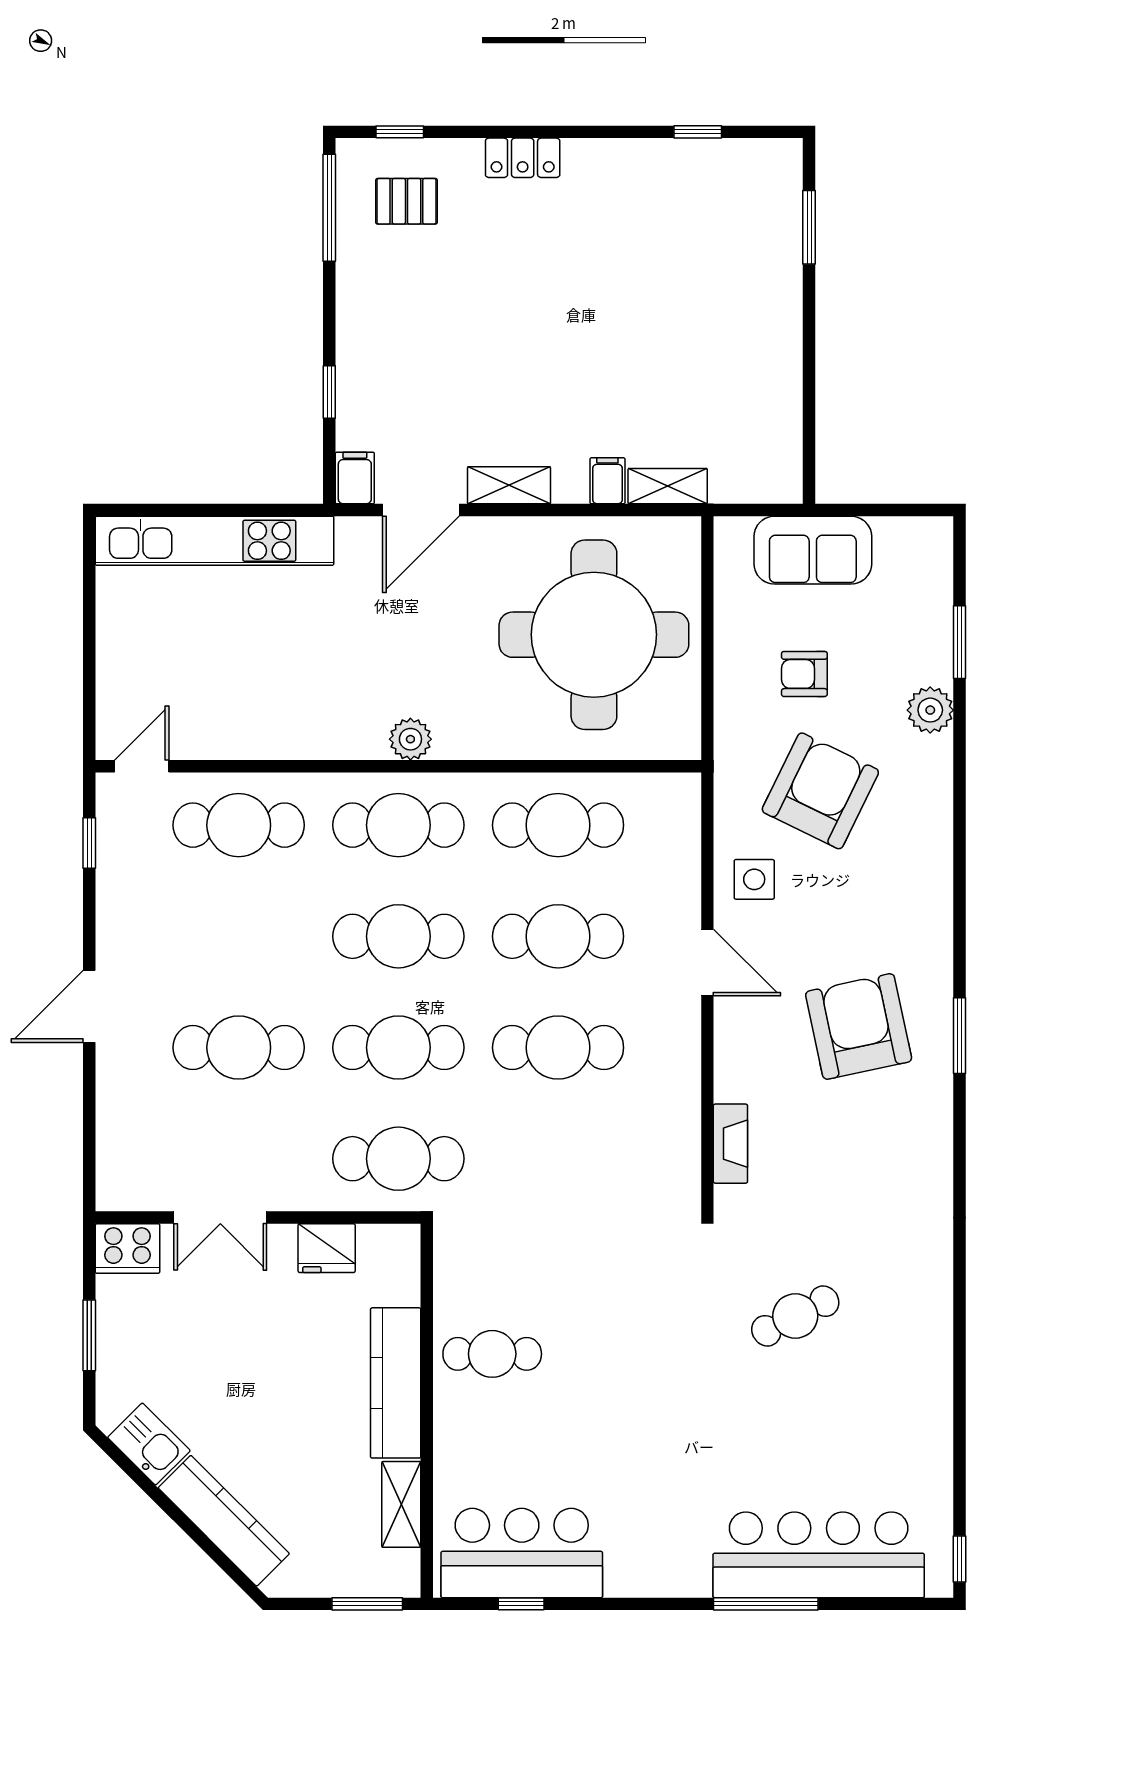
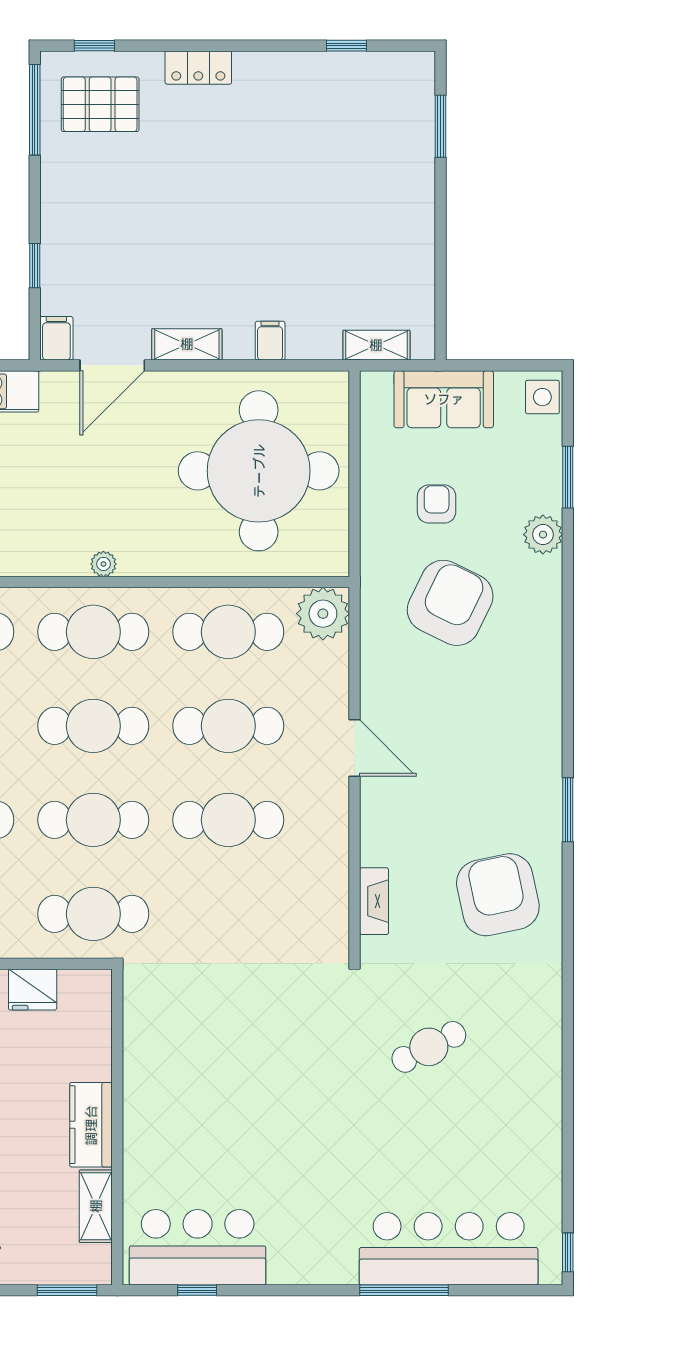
pallet: (406, 201) -> (100, 104), width x1.50, depth x1.42
shelving: (668, 486) -> (376, 345), moved
armchair: (804, 674) -> (437, 504), turned 90
plant: (410, 739) -> (103, 564), width x0.73, depth x0.73
plant: (670, 804) -> (323, 614), added
side table: (754, 879) -> (542, 397), moved
armchair: (859, 1026) -> (498, 895), moved
cafe table: (492, 1354) -> (173, 1079), removed
kitchen counter: (396, 1383) -> (91, 1125), width x0.67

